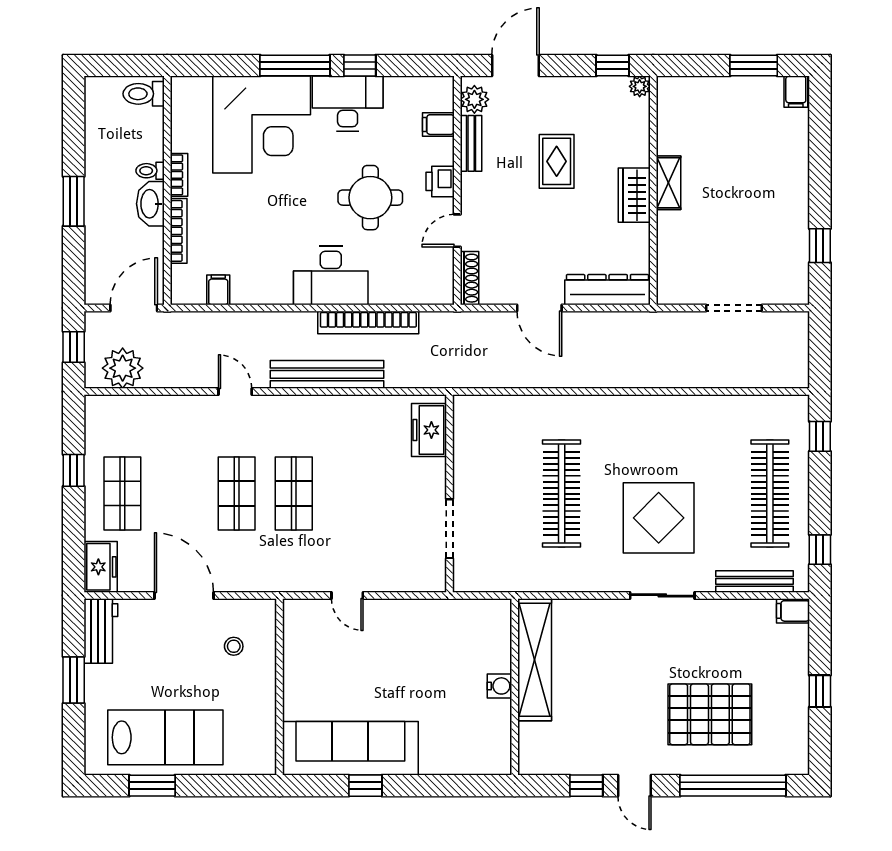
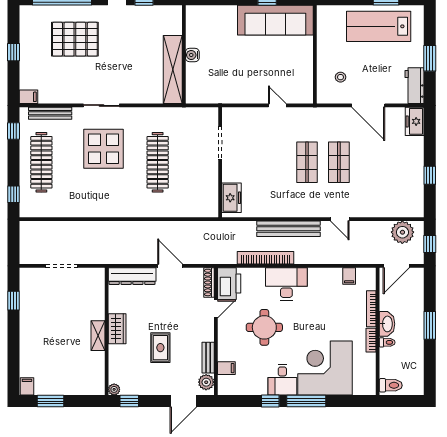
desk: (348, 104) -> (282, 380), width x0.73
printer: (440, 181) -> (229, 284), moved, width x1.87, depth x1.48
shop shelf: (122, 494) -> (403, 162), removed

